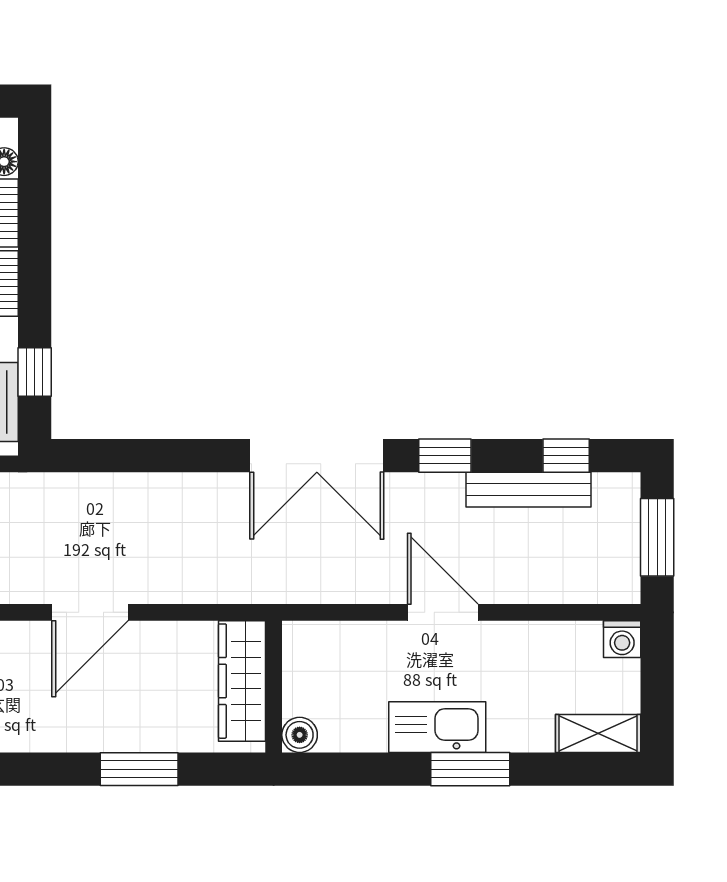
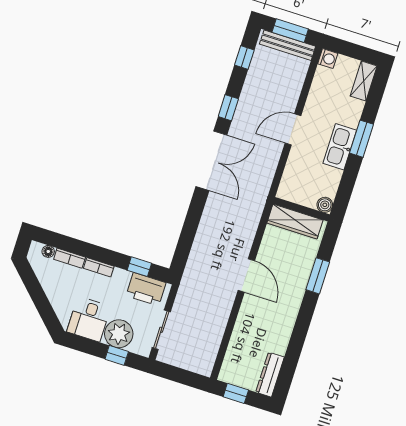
bench: (528, 490) -> (288, 45), moved, turned 90

